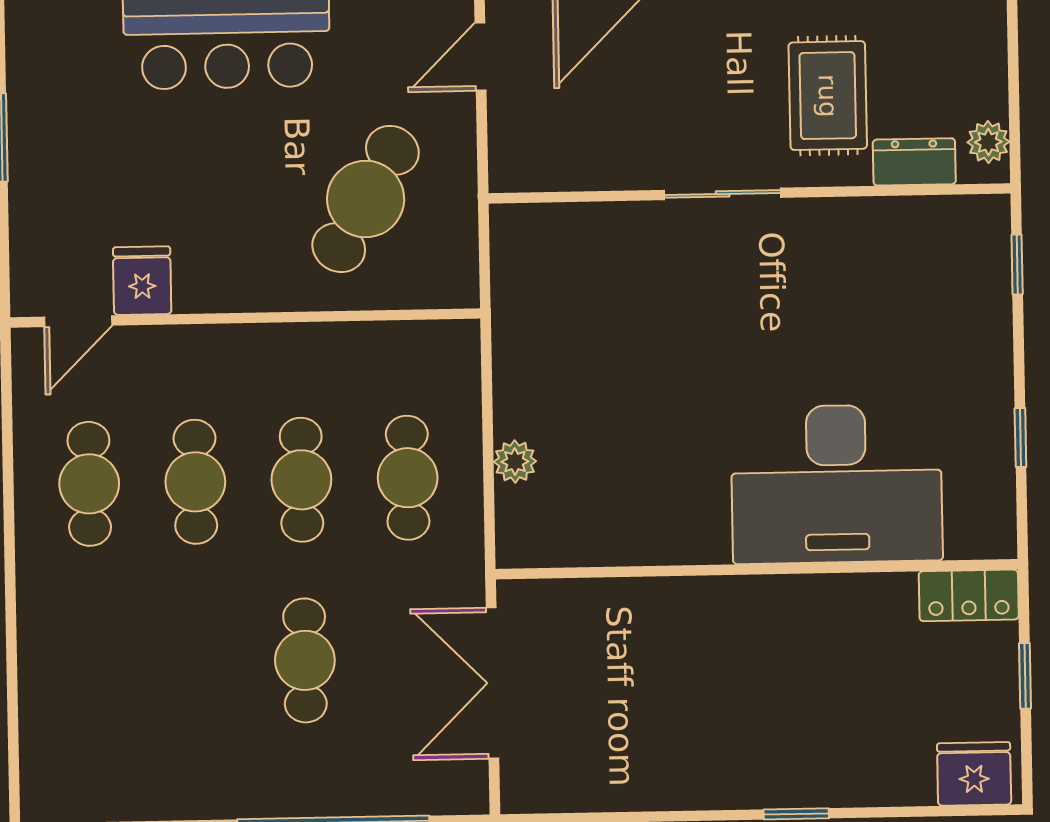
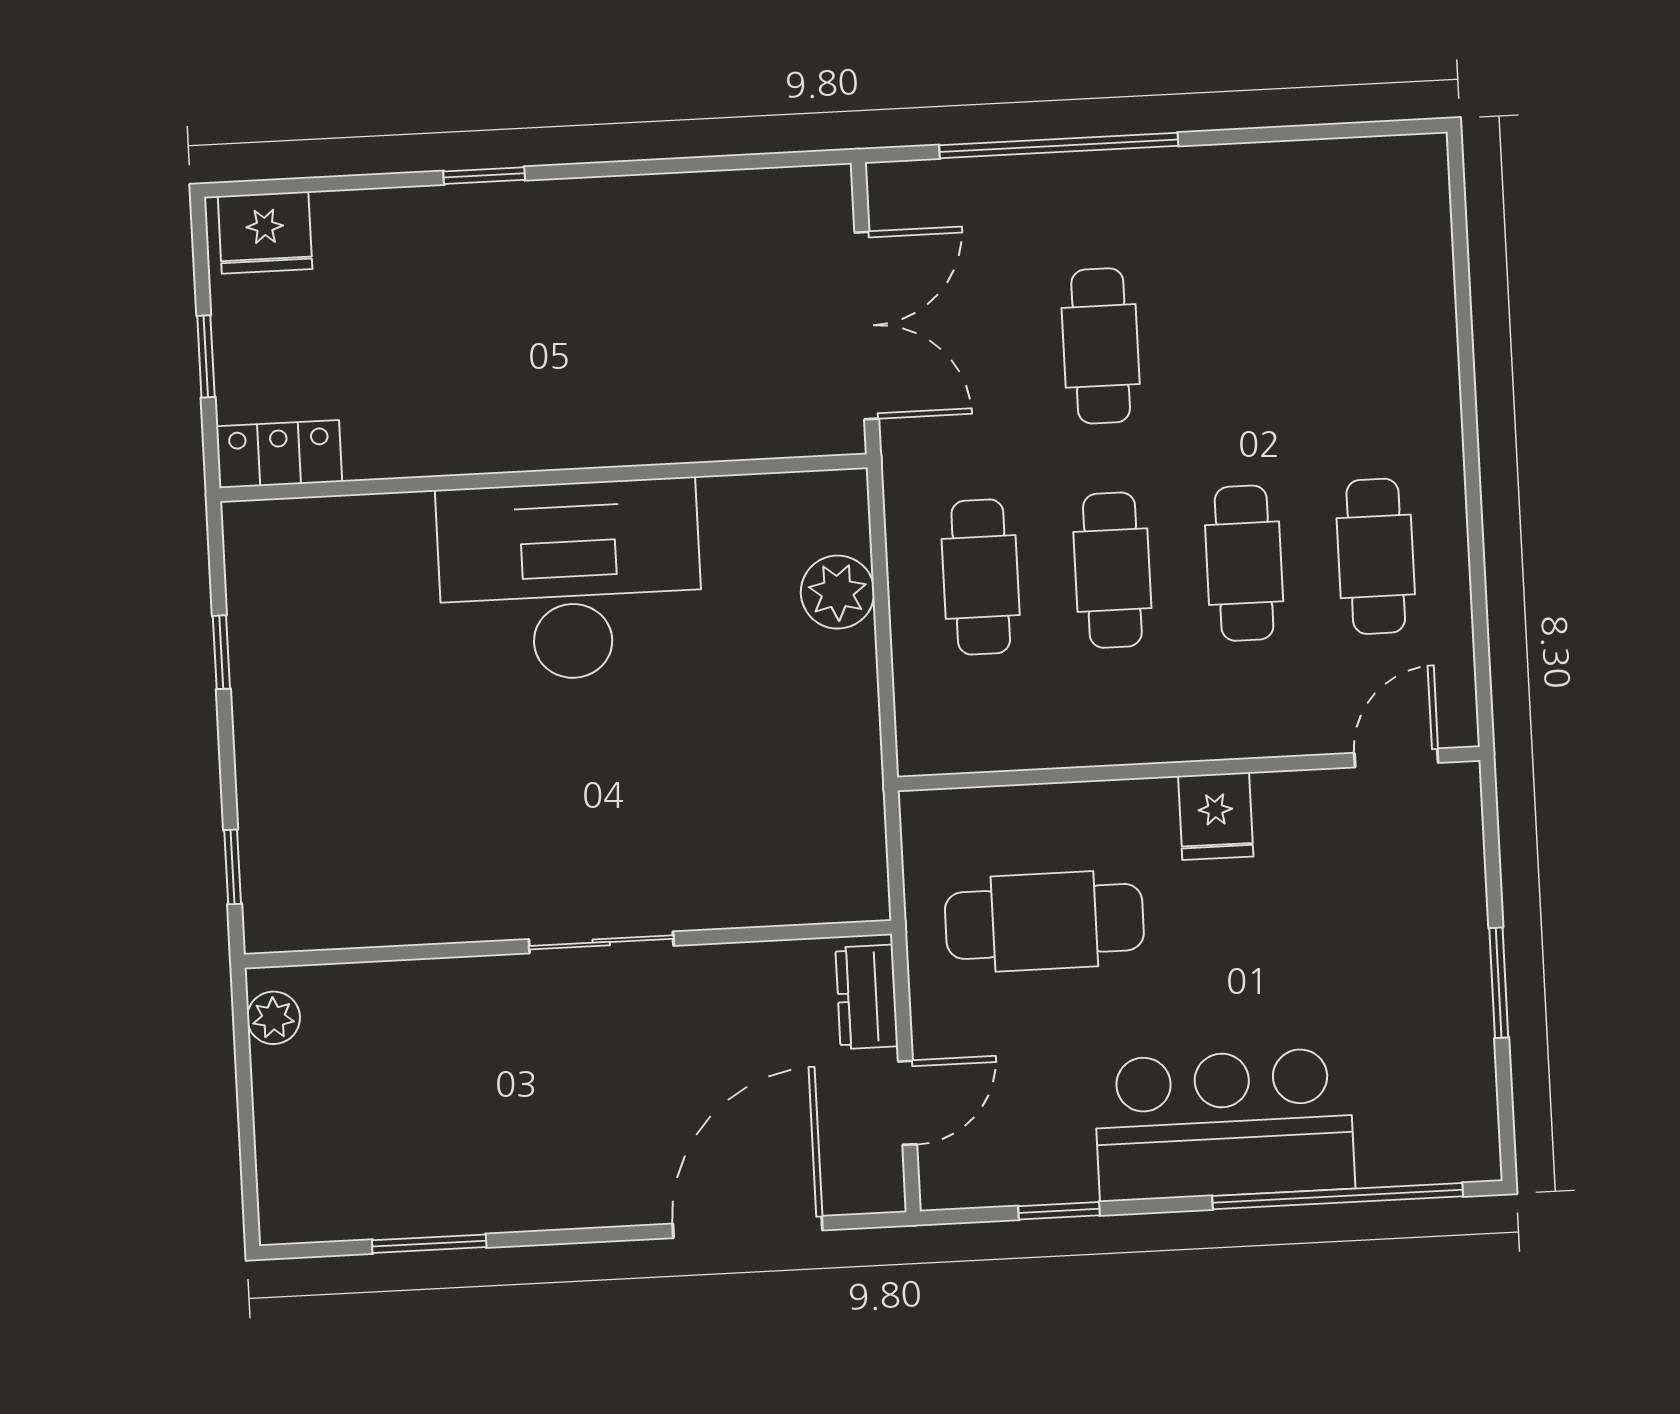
rug: (828, 96) -> (475, 1069), removed
dresser: (914, 162) -> (867, 997), moved, turned 90
cafe table: (366, 199) -> (1044, 921), turned 60
fridge: (142, 281) -> (1216, 816), moved
plant: (515, 462) -> (838, 592), width x1.38, depth x1.38
desk: (837, 484) -> (570, 581), moved

